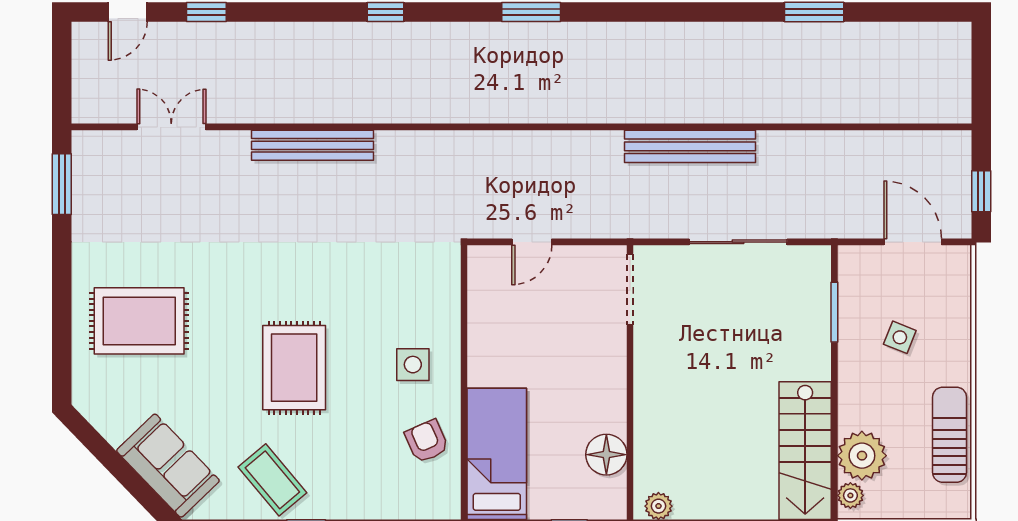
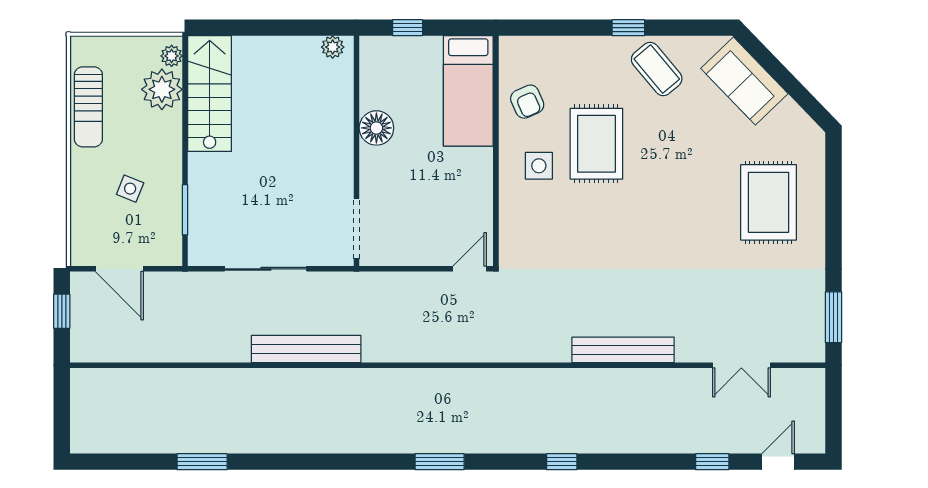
door: (532, 242) -> (470, 269), moved
rug: (139, 321) -> (769, 202), turned 90
rug: (294, 368) -> (596, 144), moved
floor lamp: (606, 455) -> (376, 128), moved

